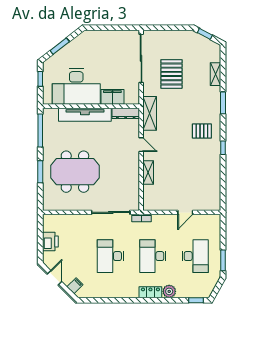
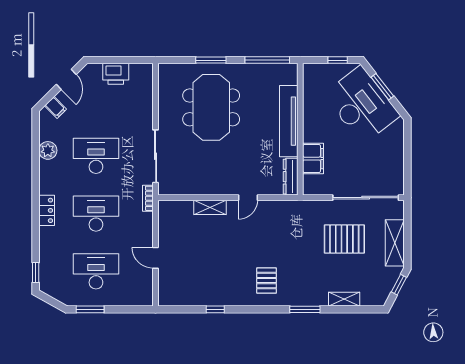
desk: (76, 87) -> (362, 105), moved, turned 142
shelving: (150, 113) -> (395, 243), moved, turned 90
window: (223, 148) -> (215, 309), moved
desk: (195, 256) -> (96, 271), turned 180
door: (54, 278) -> (66, 79), hinge flipped
plant: (169, 291) -> (48, 150), moved

